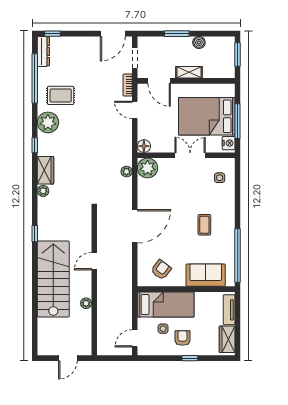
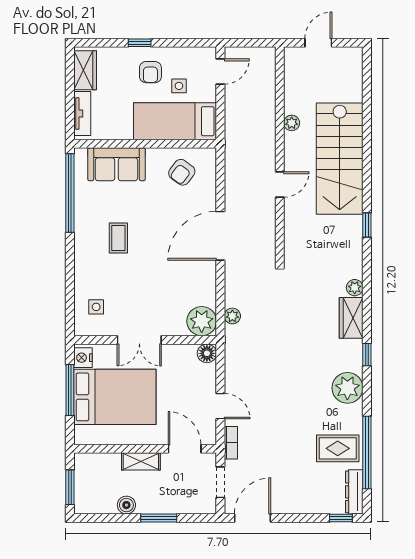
rug: (61, 95) -> (338, 448), moved

